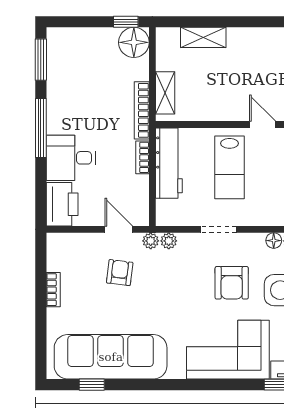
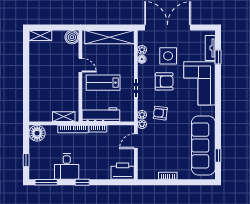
window: (126, 22) -> (26, 160), moved
shelving: (203, 37) -> (34, 96), removed
door: (263, 124) -> (80, 65), swing flipped
window: (41, 128) -> (82, 182), width x0.46
desk: (71, 158) -> (67, 167), moved
lab bench: (230, 167) -> (103, 83), turned 180
armchair: (120, 273) -> (160, 113), moved

